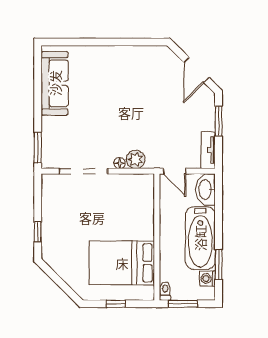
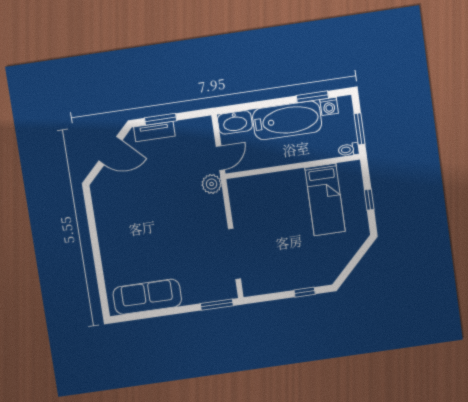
tv unit: (208, 150) -> (154, 132), moved
plant: (136, 159) -> (212, 184), moved
floor lamp: (119, 163) -> (220, 217), removed
bed: (122, 263) -> (325, 200), width x0.67

